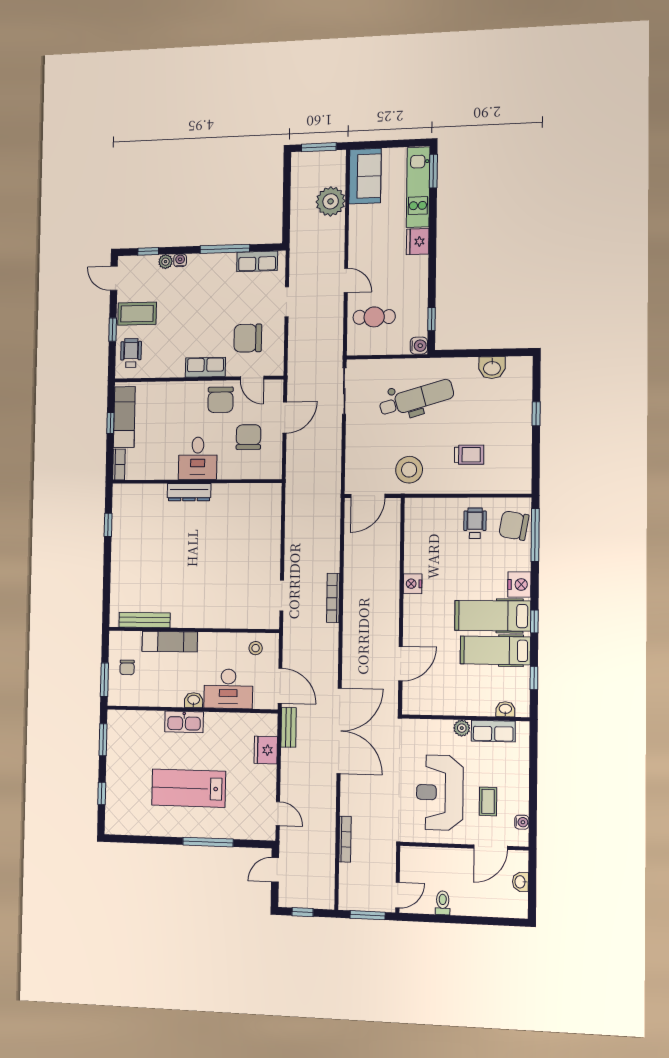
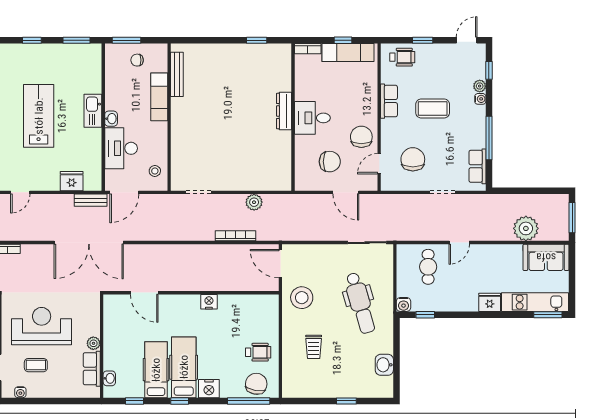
coffee table: (137, 314) -> (433, 108), moved, turned 90
row of seats: (205, 367) -> (389, 101), moved
chair: (221, 400) -> (361, 137), turned 90
plant: (294, 528) -> (254, 202), added
bookcase: (333, 598) -> (235, 236), moved

